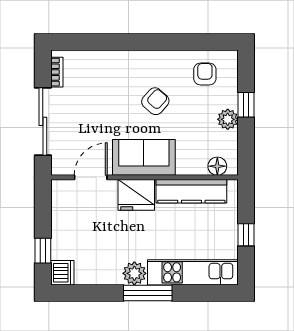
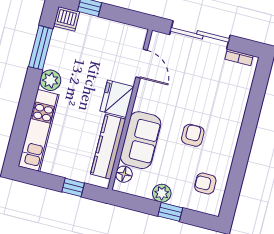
armchair: (205, 74) -> (205, 183), turned 180
armchair: (155, 101) -> (193, 135), turned -131
sofa: (144, 157) -> (141, 140), moved
window: (246, 235) -> (73, 187), moved
window: (148, 293) -> (41, 48), moved

